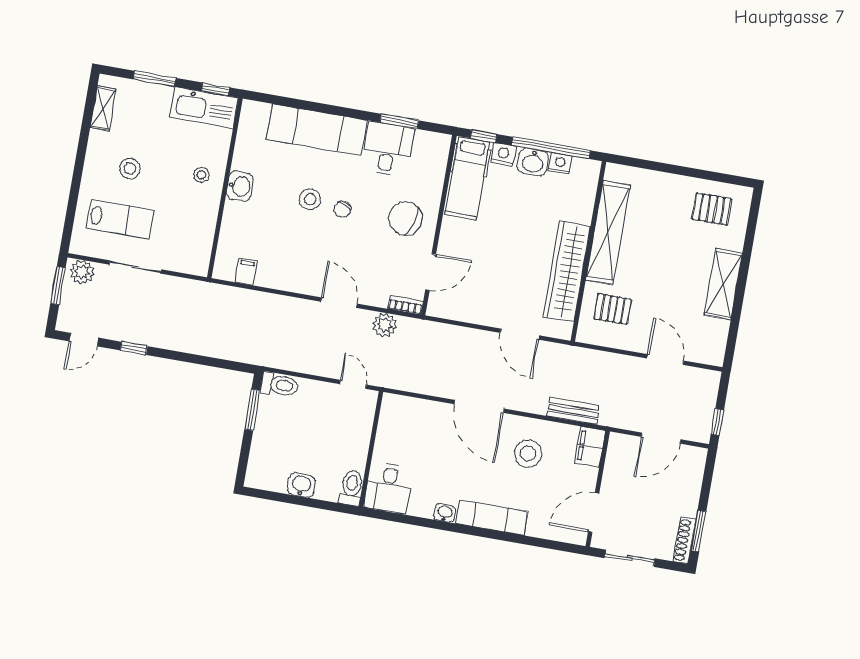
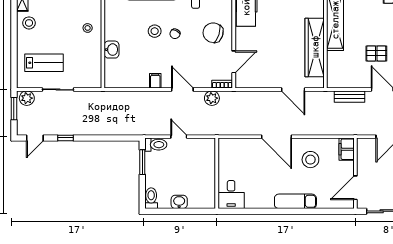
stool: (130, 168) -> (29, 23), moved
washbasin: (240, 186) -> (112, 50), moved
filing cabinet: (246, 272) -> (155, 81), moved
pallet: (613, 309) -> (376, 53), moved
door: (353, 384) -> (179, 137), moved
bench: (573, 411) -> (350, 97), moved
toilet: (351, 488) -> (151, 198), moved
washbasin: (445, 513) -> (267, 203), removed

